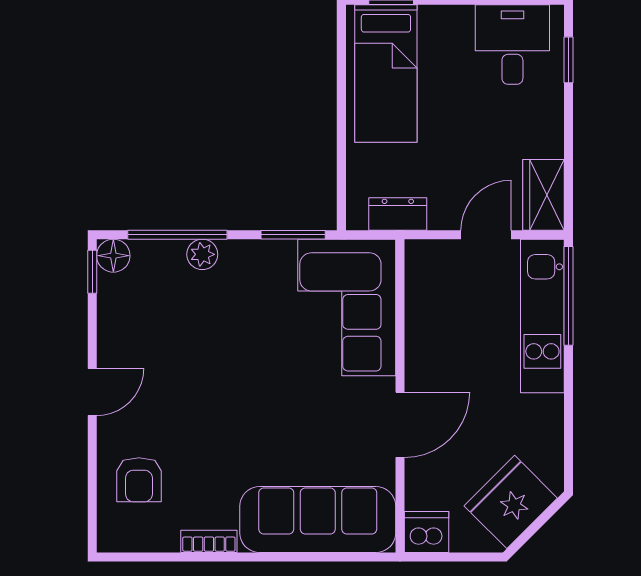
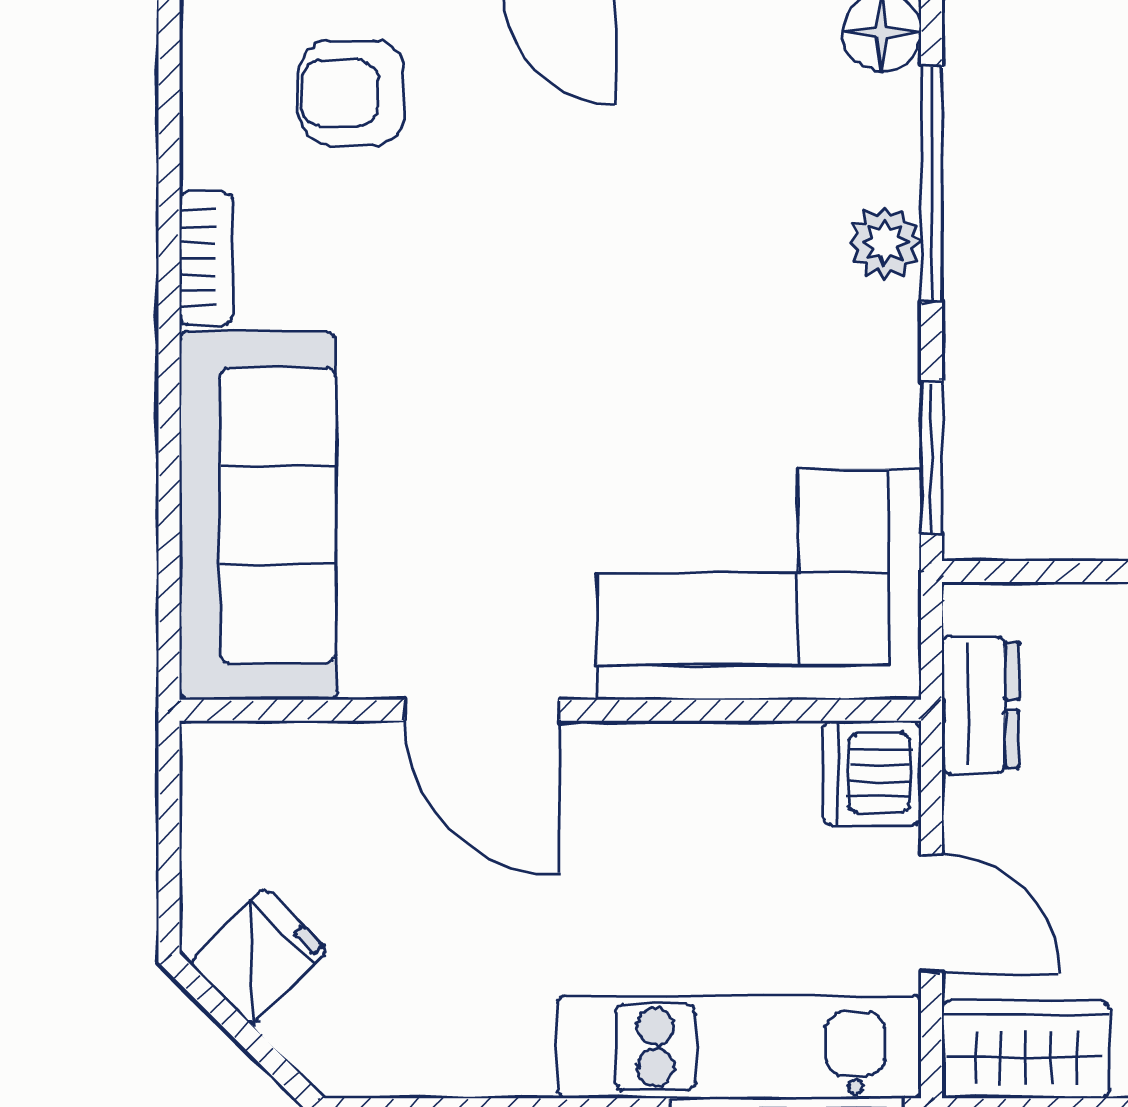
fridge: (511, 502) -> (258, 957), width x0.53, depth x0.75
dishwasher: (426, 532) -> (872, 773), moved, turned 180

